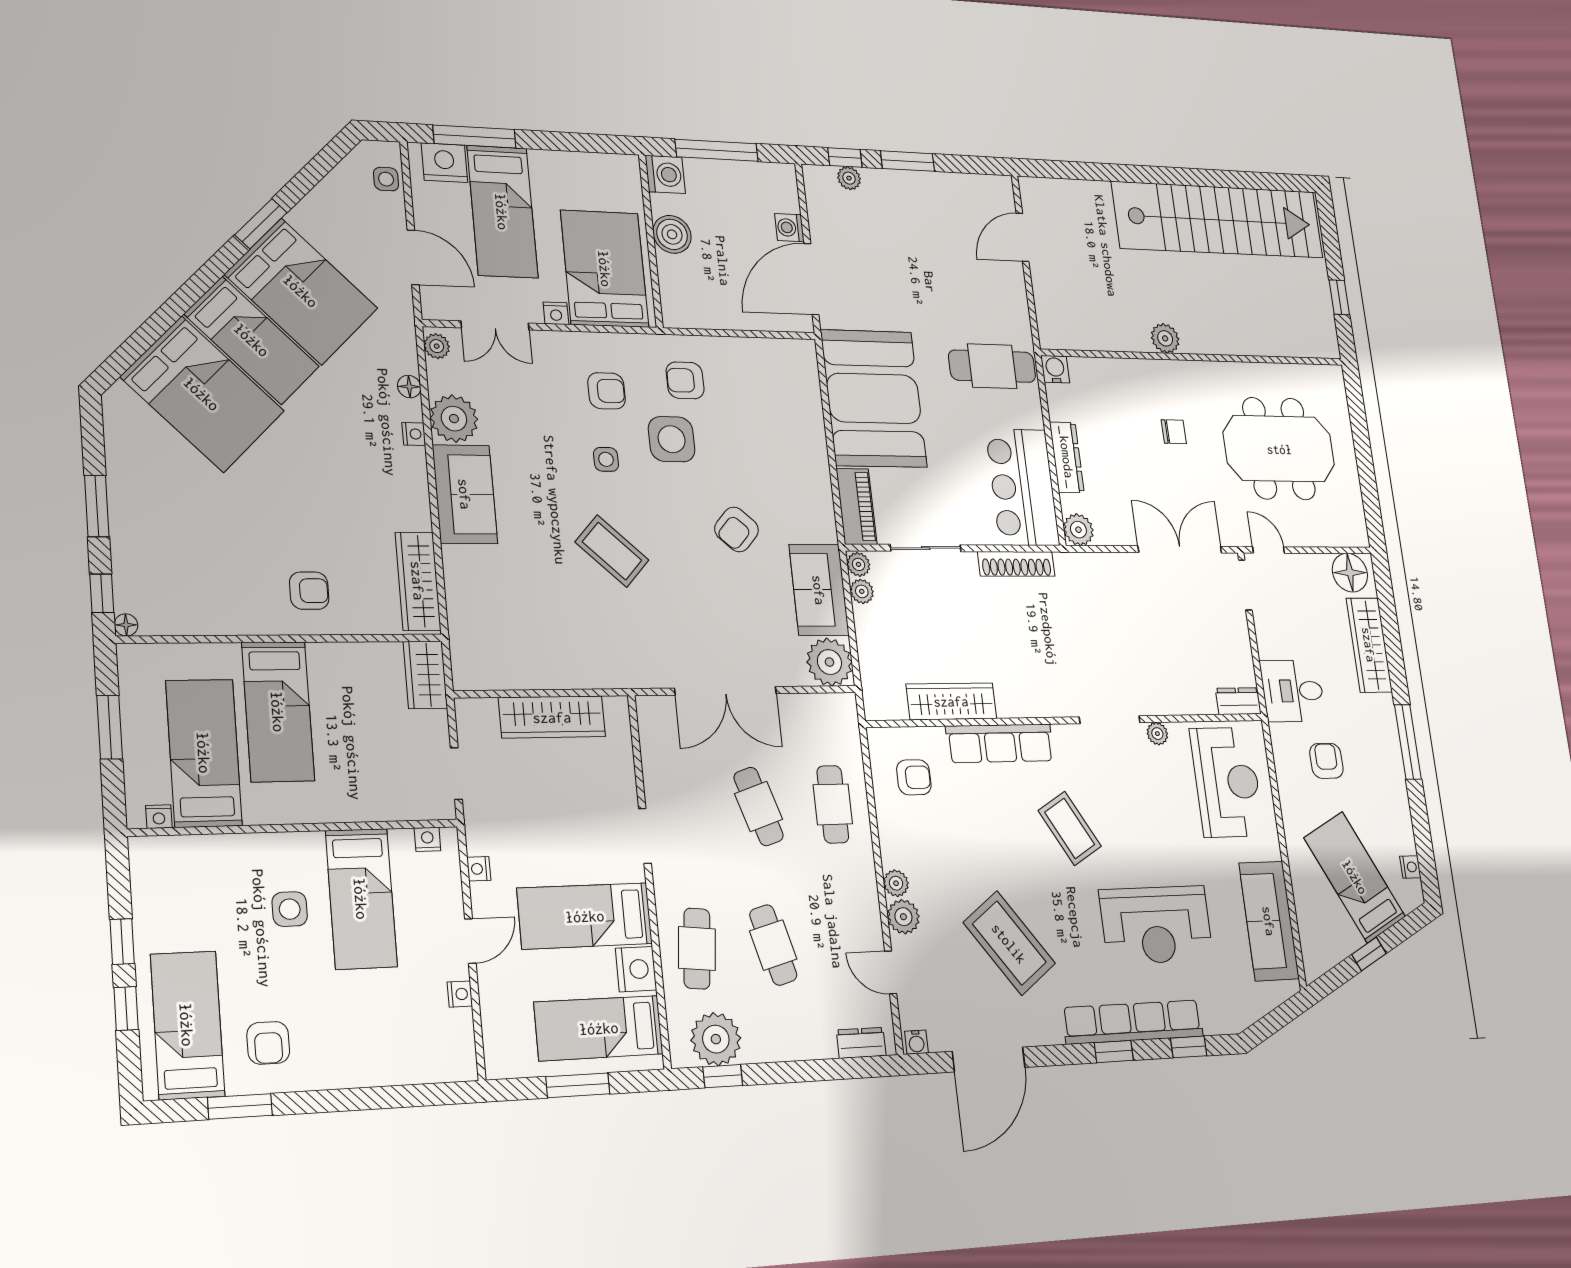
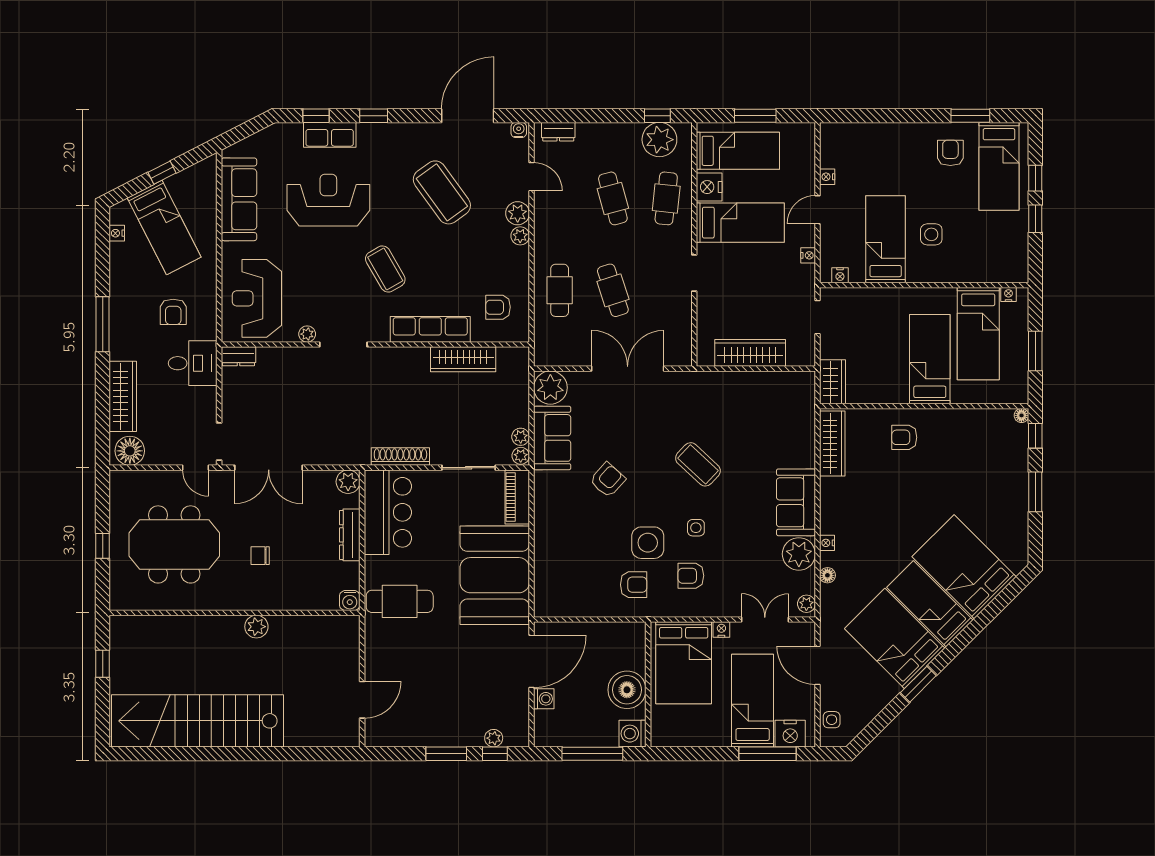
boiler: (672, 234) -> (627, 690), width x1.37, depth x1.37
window: (1363, 448) -> (103, 546), added
row of seats: (1133, 1022) -> (330, 135), width x0.50

